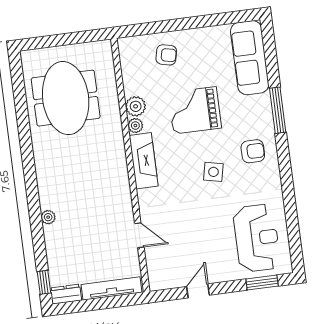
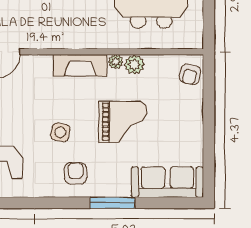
armchair: (166, 55) -> (190, 74), moved
grand piano: (195, 110) -> (123, 122), turned 90
armchair: (253, 151) -> (76, 173), turned 180

